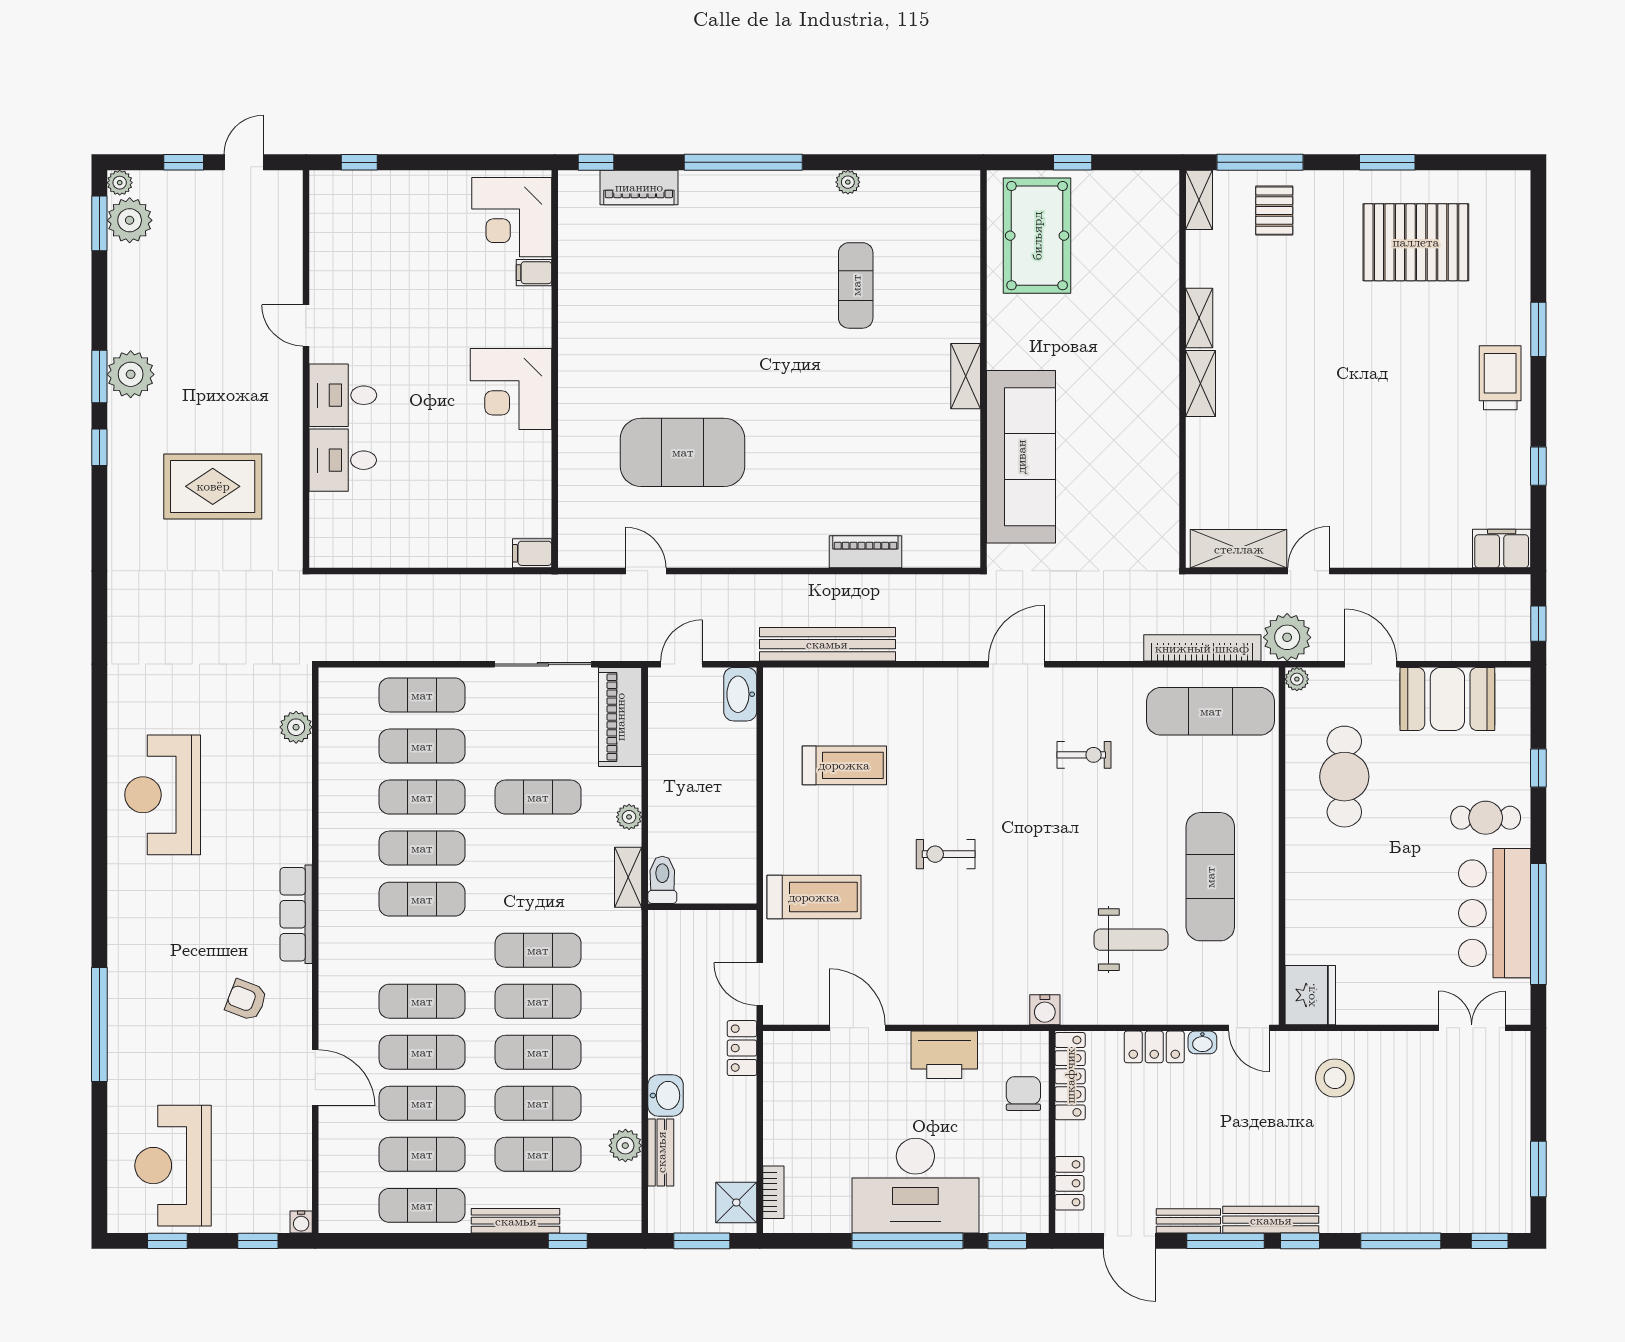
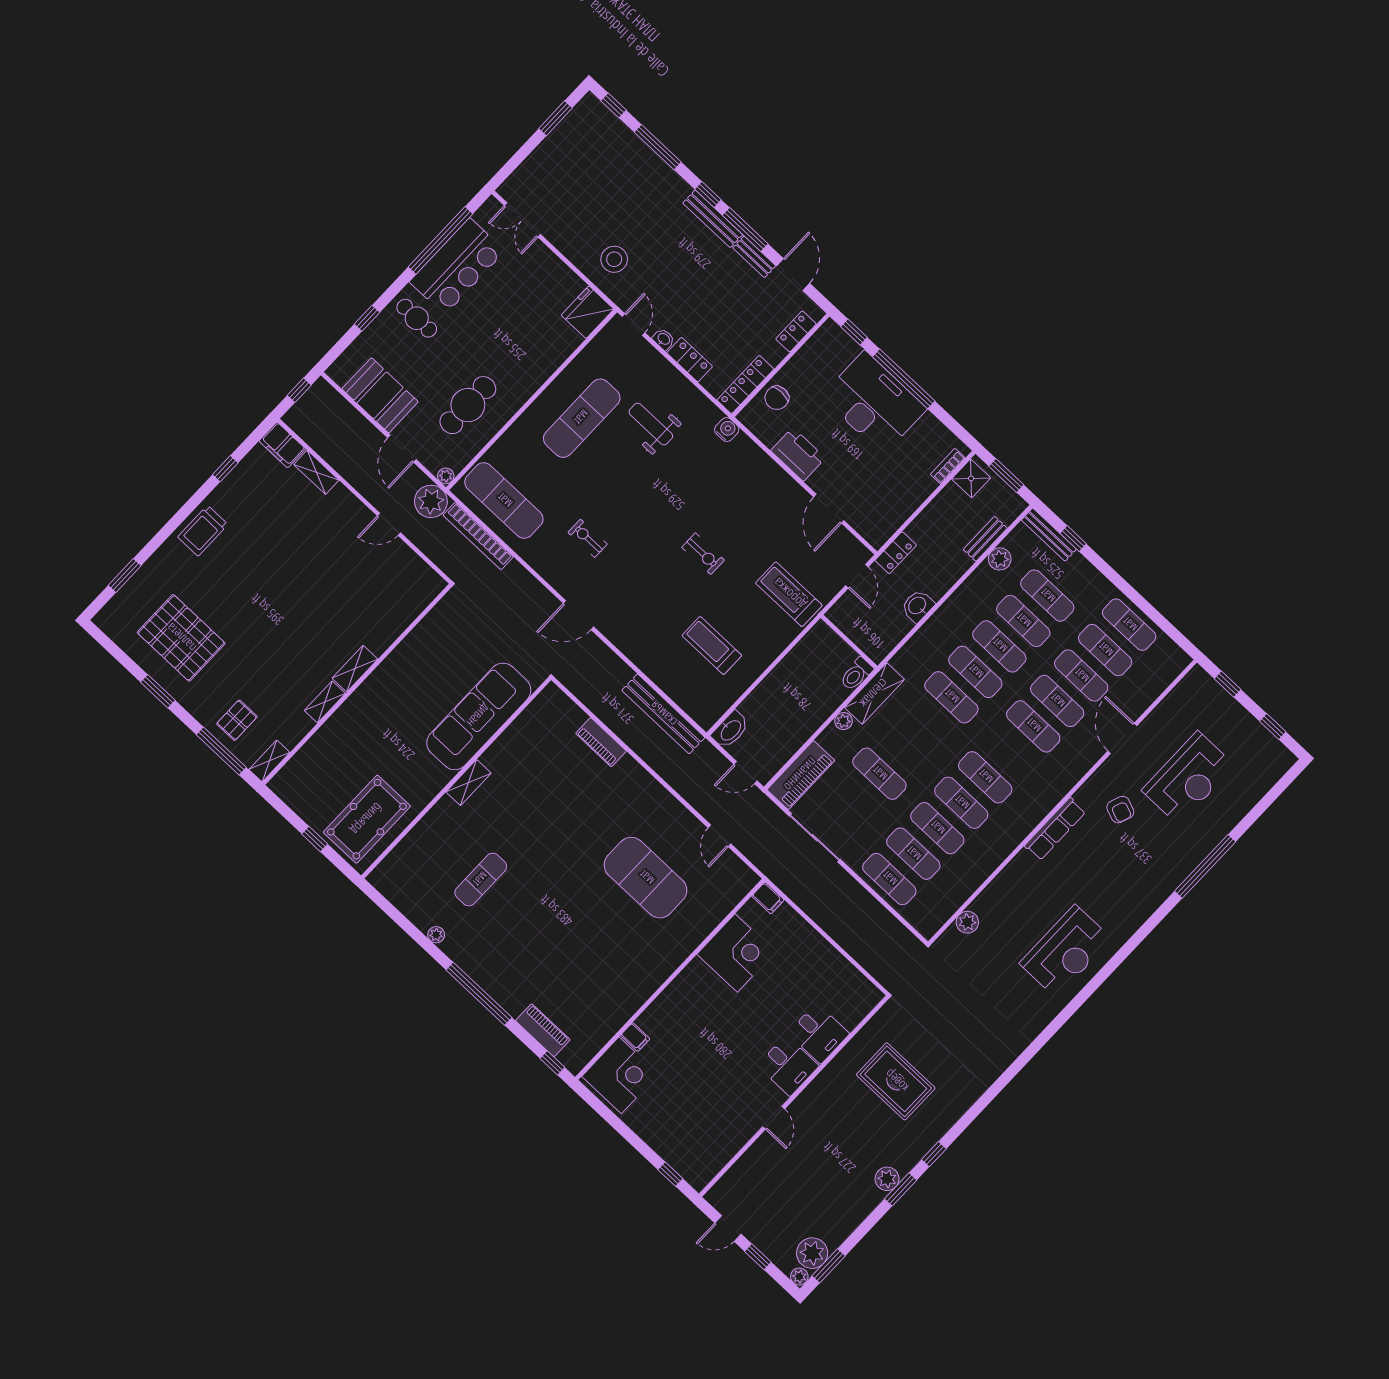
window: (1538, 329) -> (125, 575), moved
plant: (131, 374) -> (887, 1179), width x0.73, depth x0.73
corner desk: (511, 389) -> (736, 953), moved
shelving: (1239, 549) -> (316, 472), moved, width x0.67, depth x0.75
shelving: (628, 877) -> (874, 694), width x1.50, depth x1.33
washbasin: (666, 1095) -> (918, 606), moved
reception desk: (173, 1166) -> (1188, 778), moved
bench: (516, 1221) -> (1049, 535), moved
water cooler: (301, 1222) -> (1197, 673), removed

